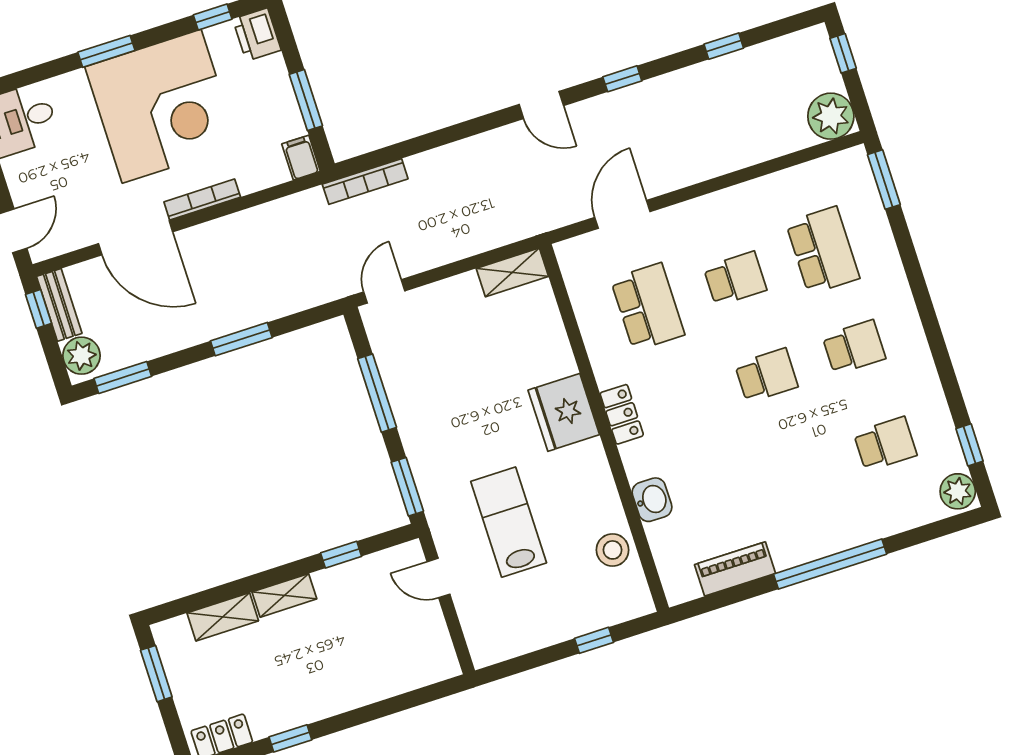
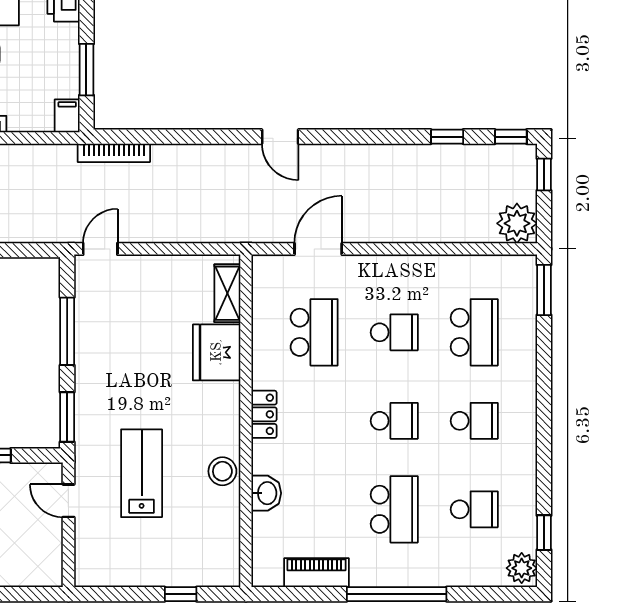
window: (622, 79) -> (511, 137), moved
shelving: (512, 272) -> (227, 293), moved, turned 90
fridge: (564, 412) -> (217, 352), moved
school desk: (798, 472) -> (394, 509), added
stool: (613, 550) -> (222, 471), moved

